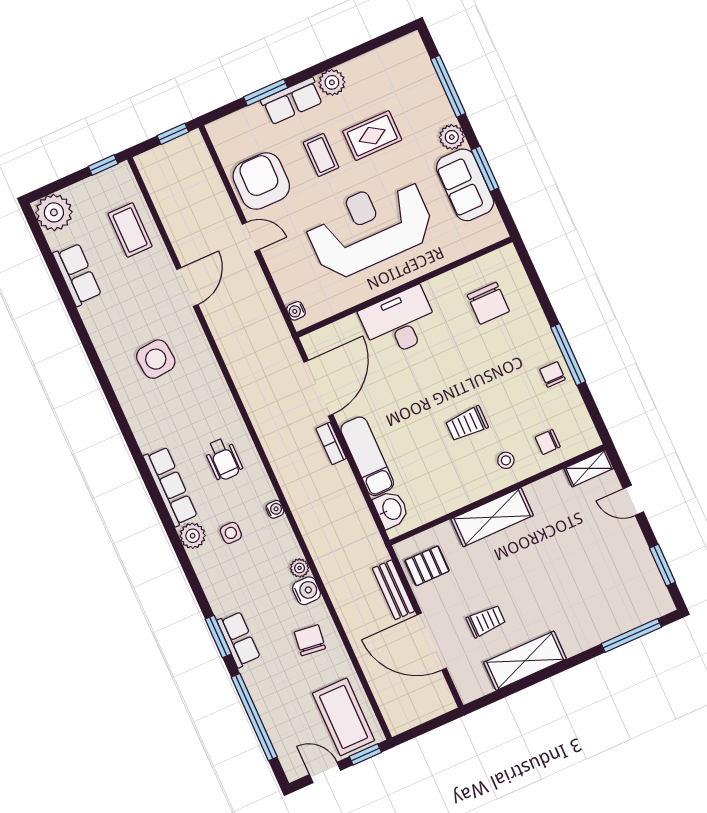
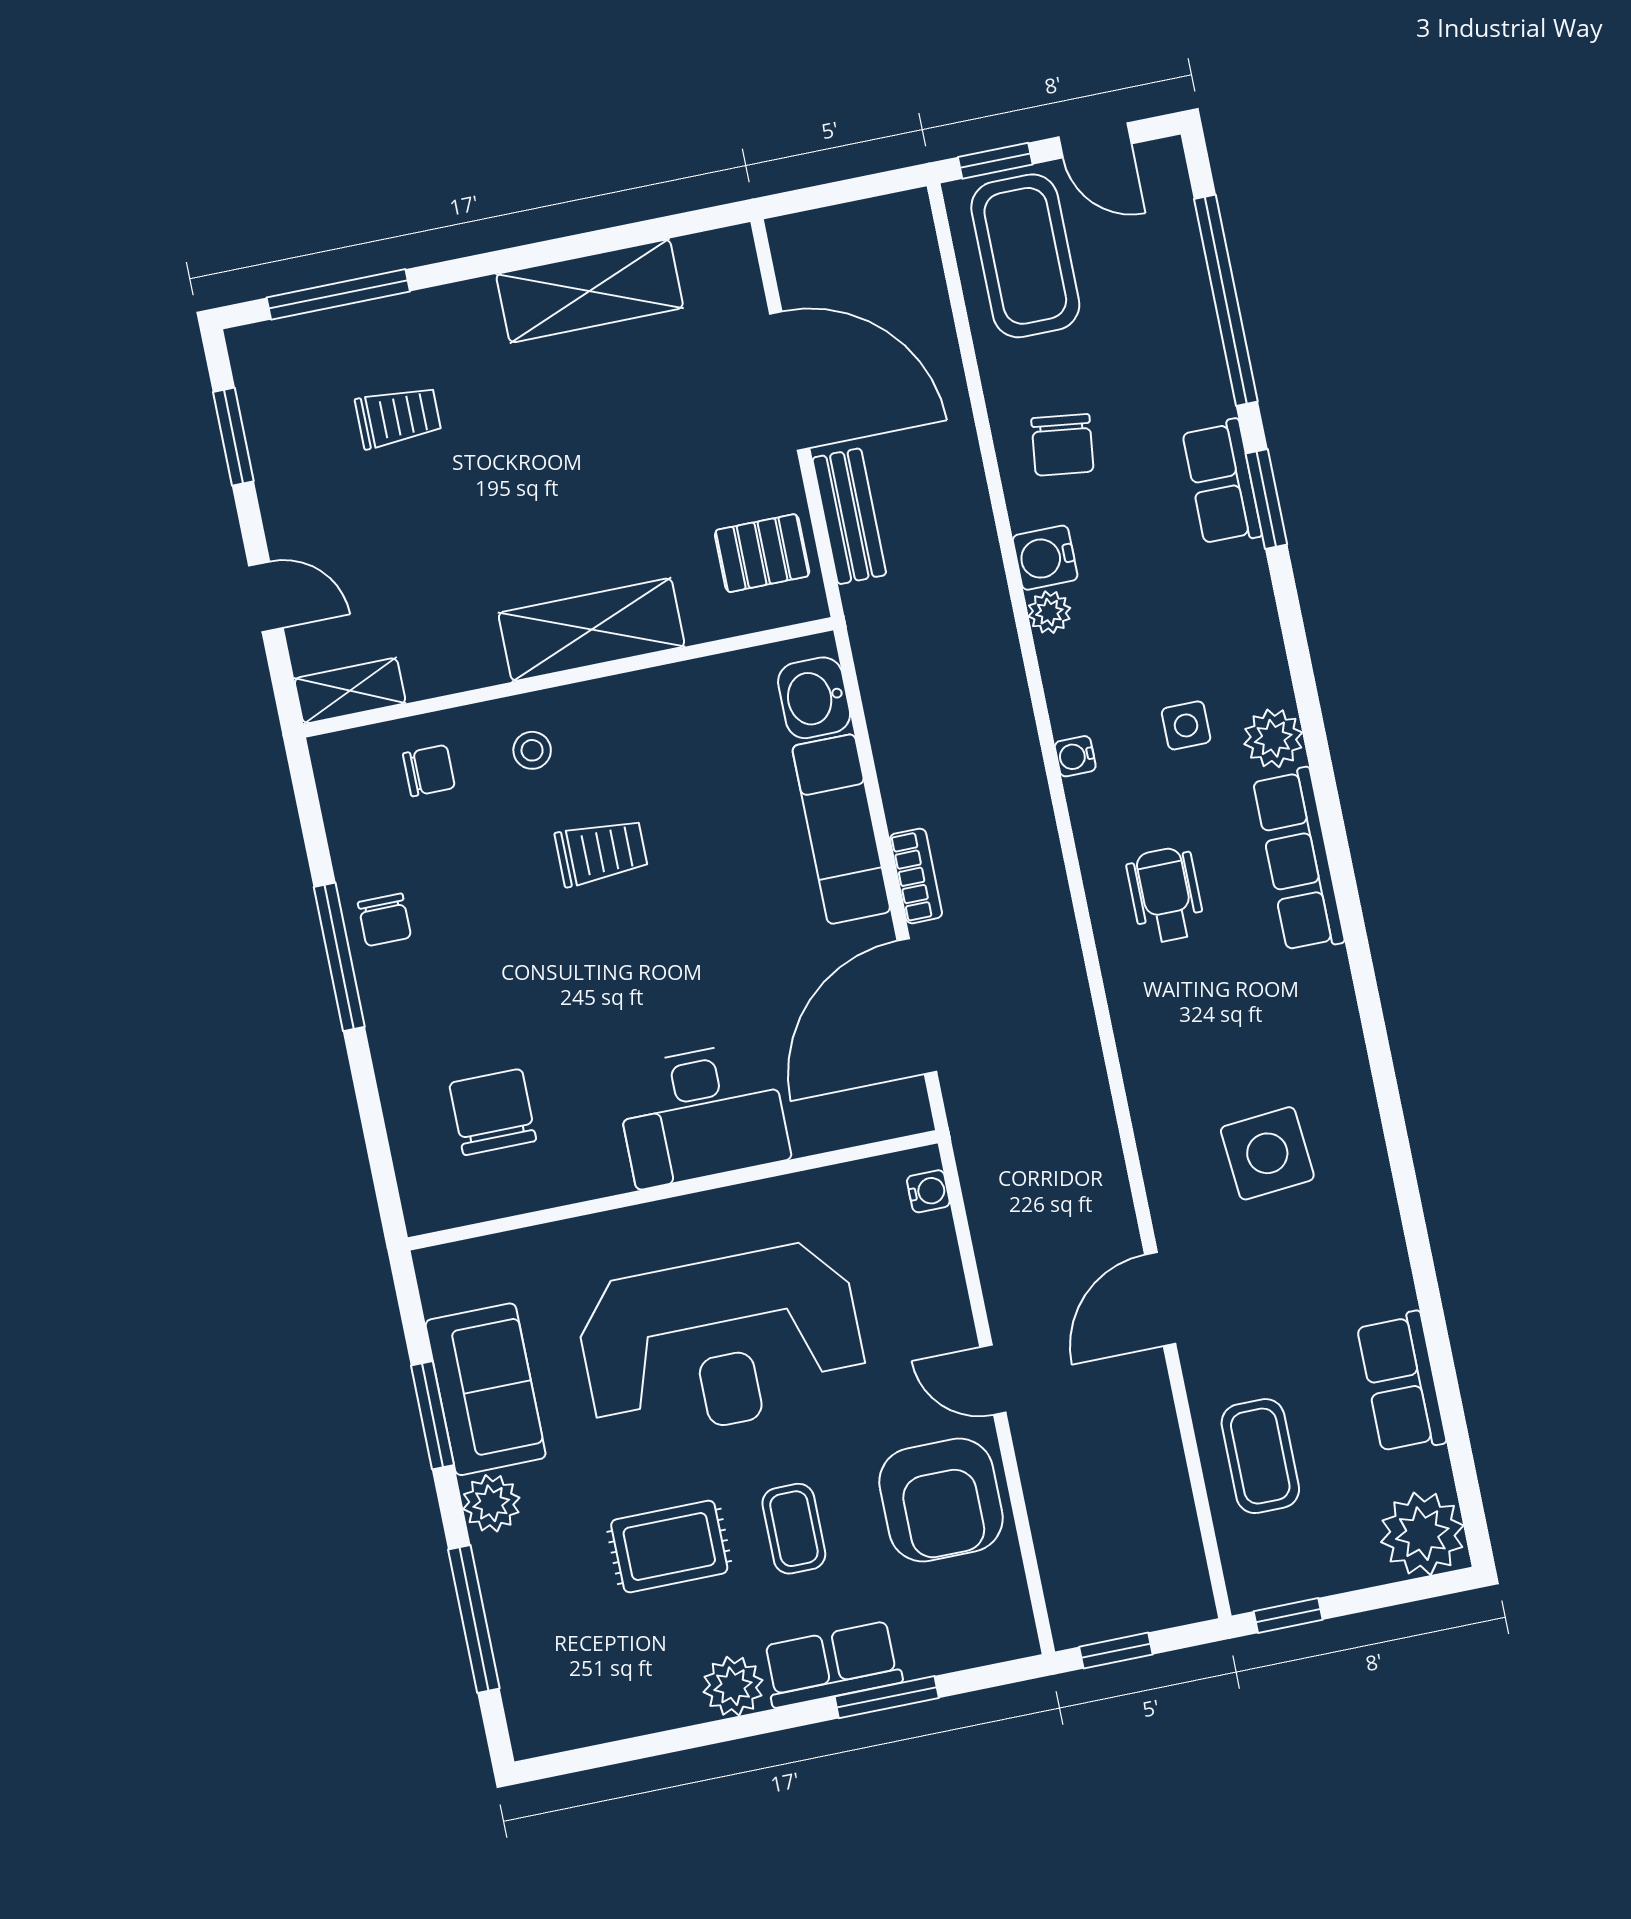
trolley: (486, 621) -> (398, 417), moved, turned 180

